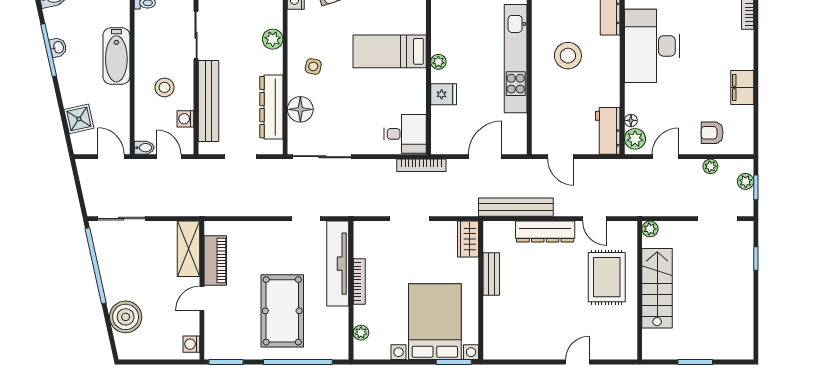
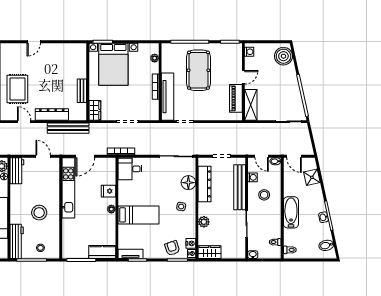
kitchen unit: (516, 59) -> (68, 188), moved
boiler: (126, 317) -> (283, 56), moved

